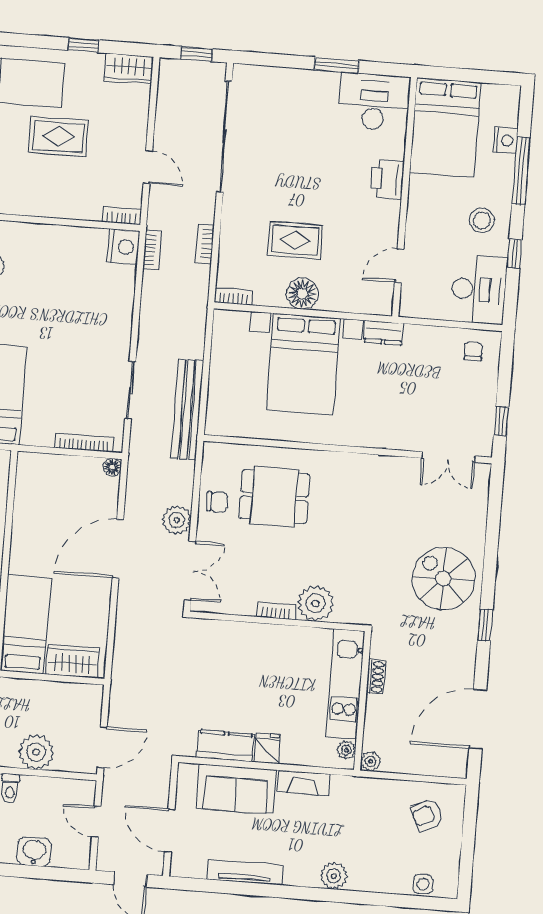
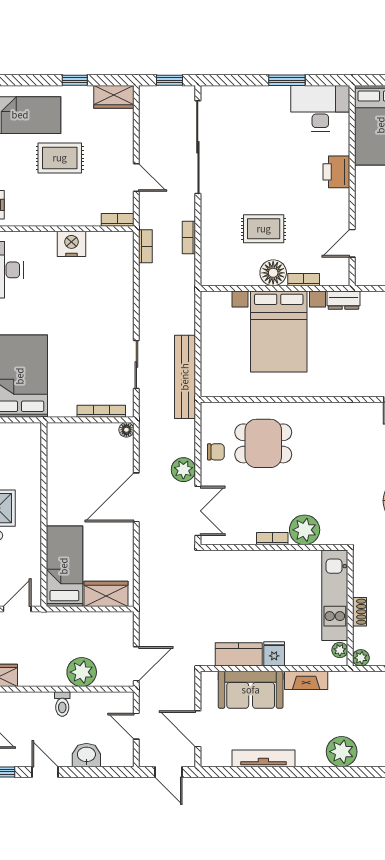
nightstand: (123, 247) -> (71, 244), moved, turned -90
bookcase: (234, 296) -> (304, 280), moved
shoe rack: (376, 677) -> (359, 612), moved
plant: (334, 876) -> (342, 752), width x1.36, depth x1.36

